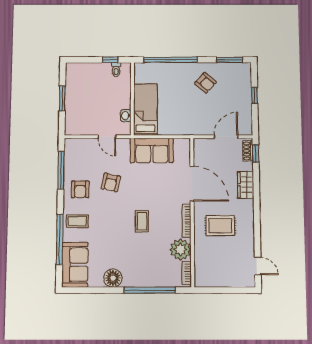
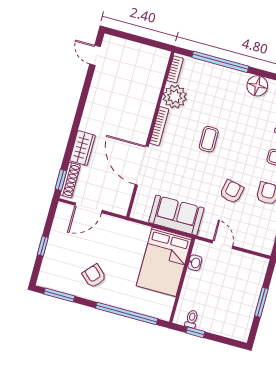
bed: (145, 110) -> (164, 262), width x1.50
shoe rack: (248, 151) -> (70, 180), width x1.43
rug: (220, 226) -> (123, 111), removed

